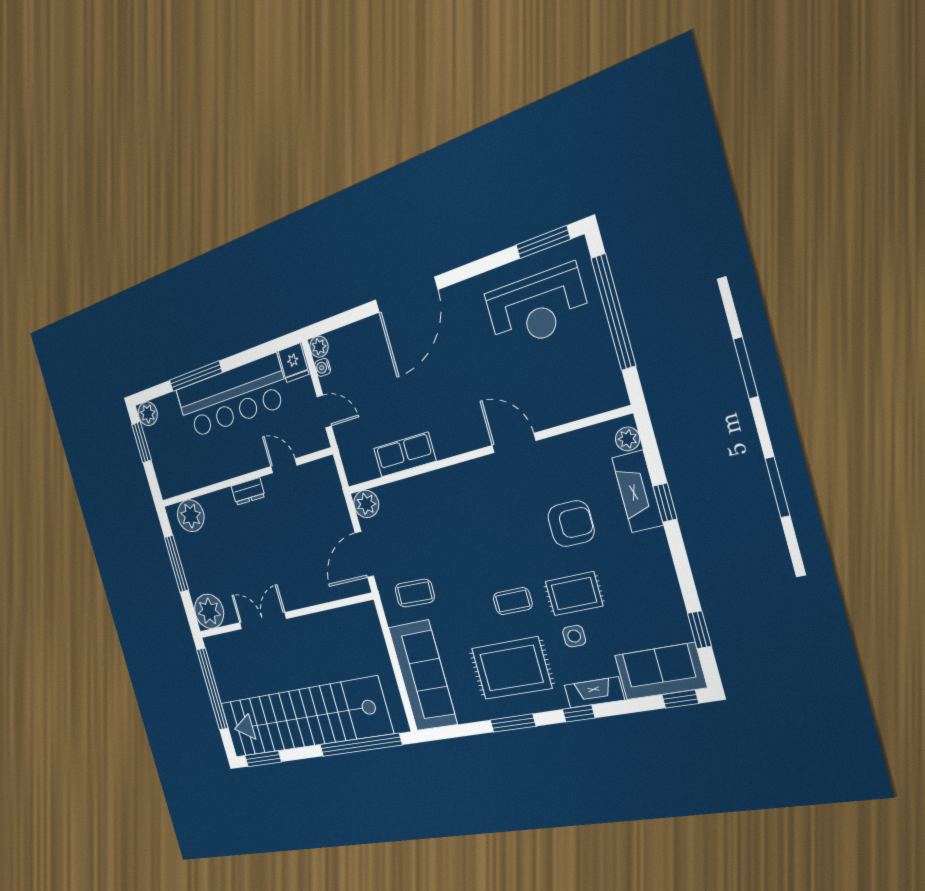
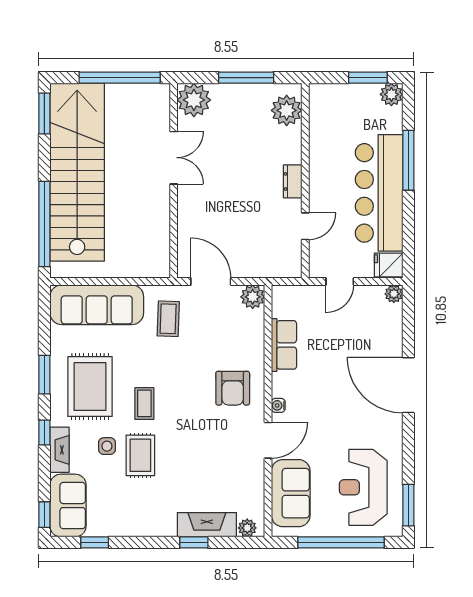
water cooler: (323, 367) -> (278, 405), moved, turned -90
sofa: (569, 396) -> (291, 493), added
armchair: (571, 524) -> (233, 388), moved

